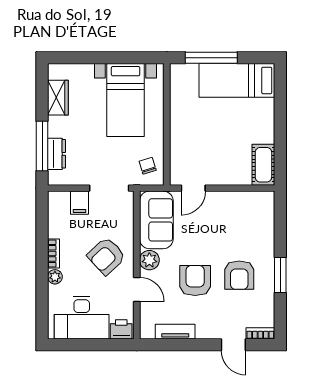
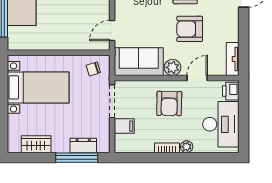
door: (193, 188) -> (112, 30), swing flipped
armchair: (106, 256) -> (169, 104), turned 44
tv unit: (175, 332) -> (233, 59), moved

